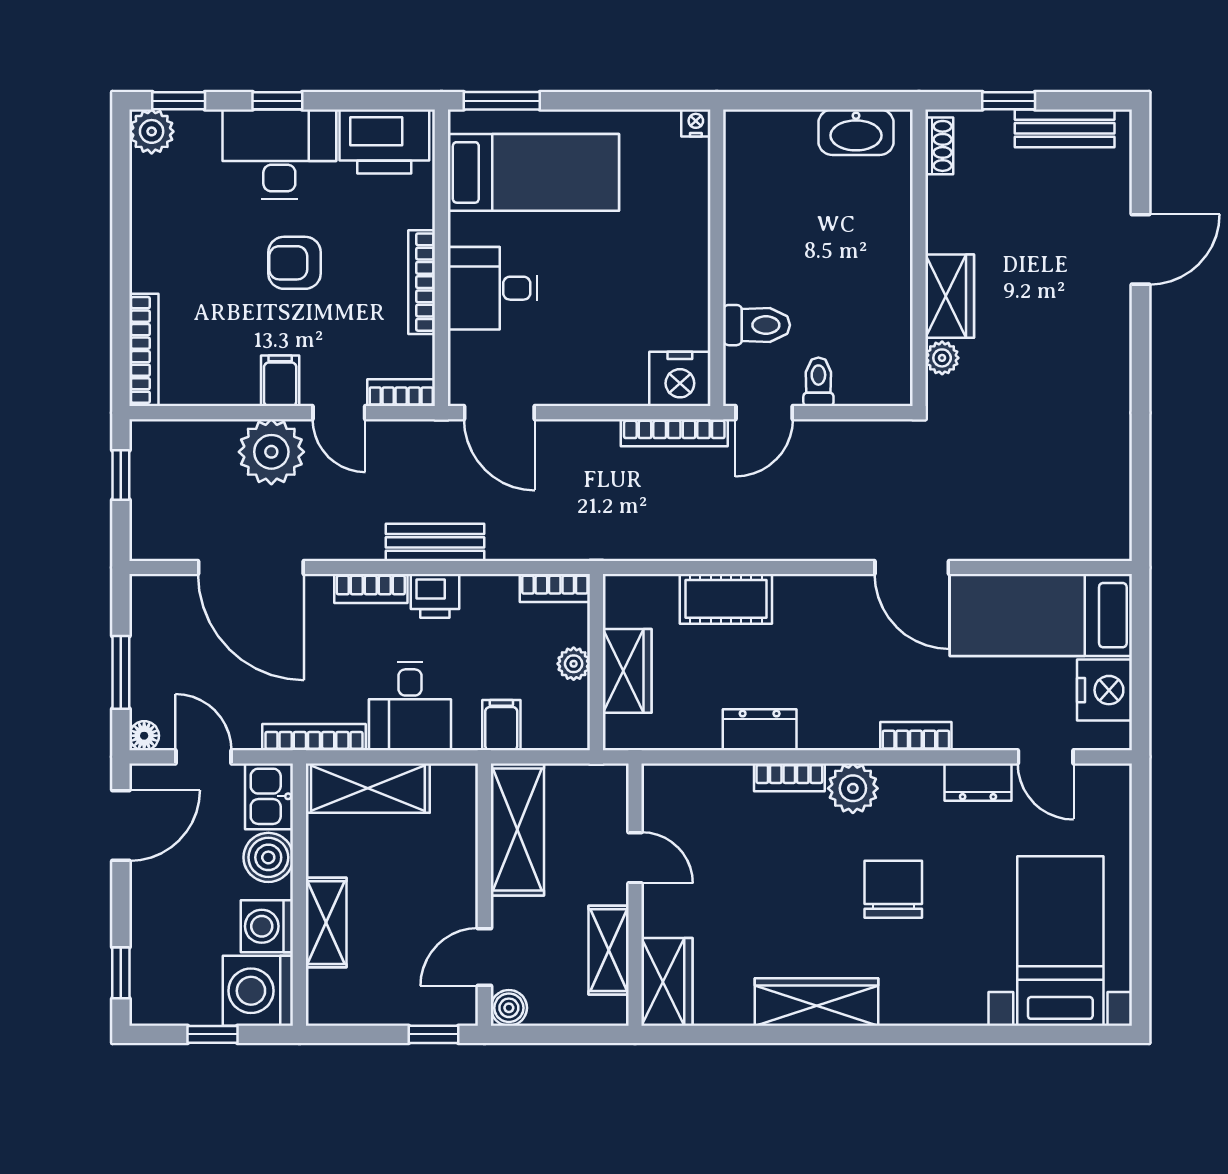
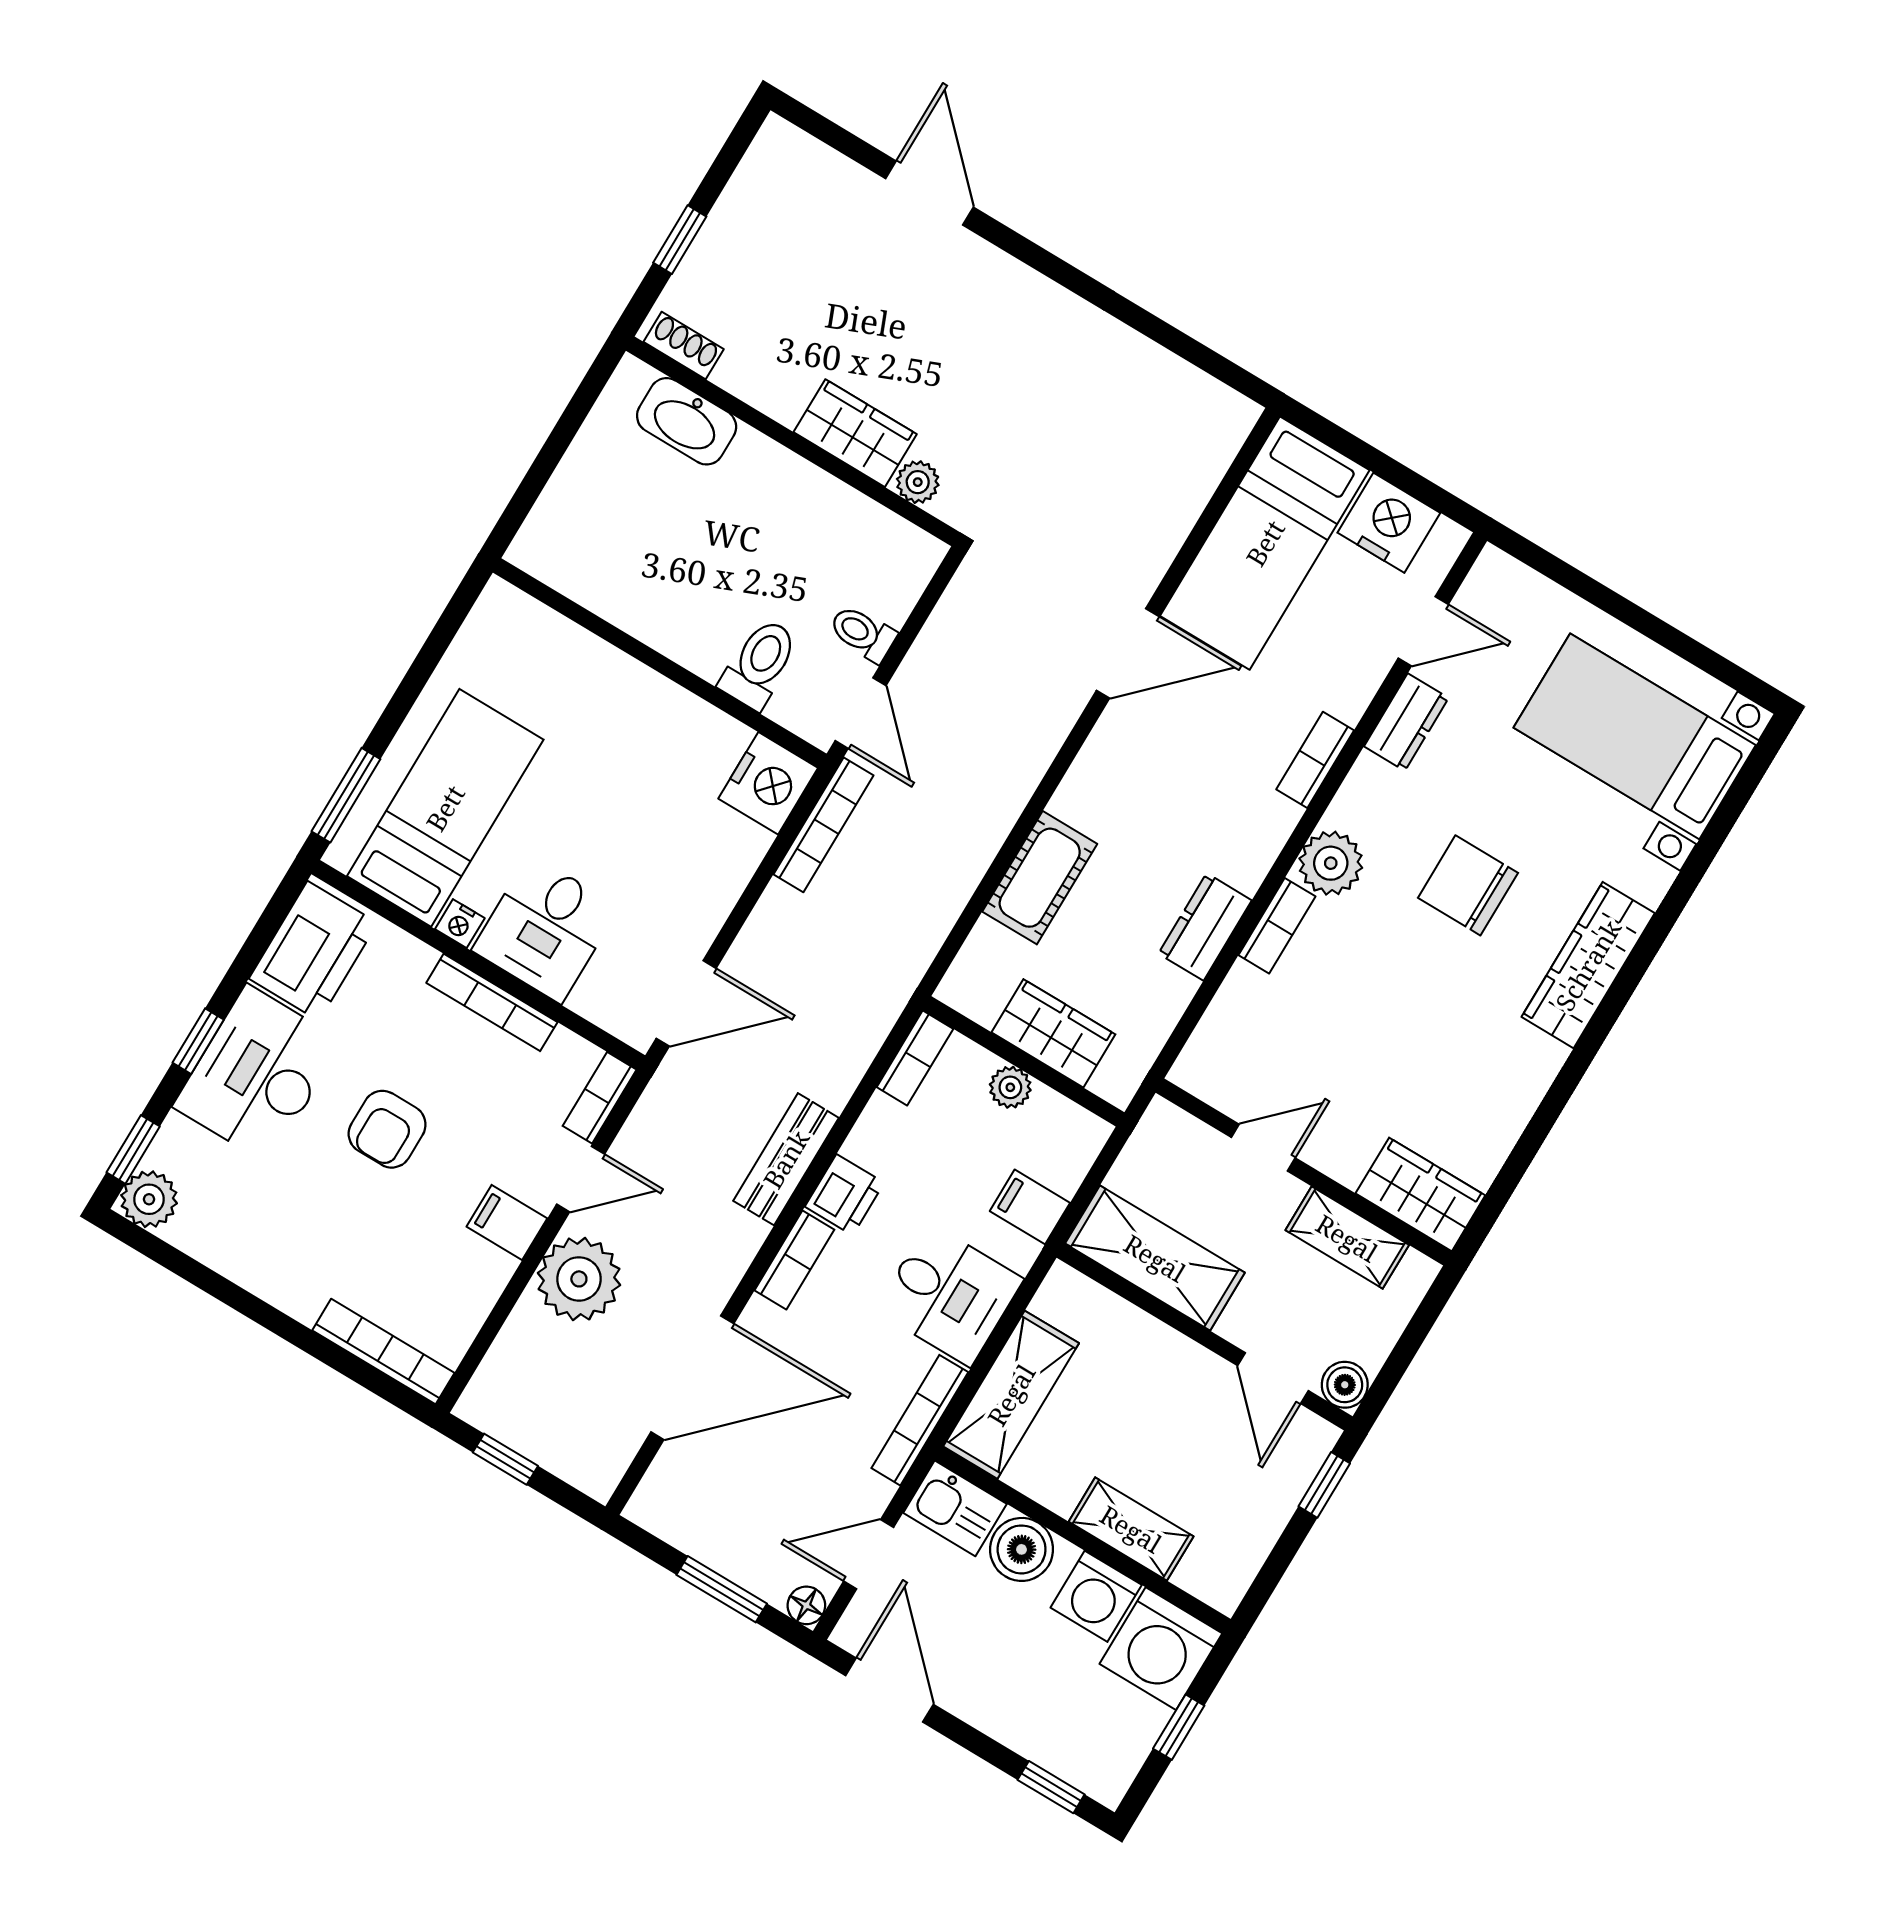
nightstand: (696, 123) -> (460, 924), moved, turned -90
bench: (1065, 128) -> (747, 197), removed
washbasin: (856, 132) -> (687, 421), moved, turned 90
wardrobe: (816, 1002) -> (1588, 965), moved

